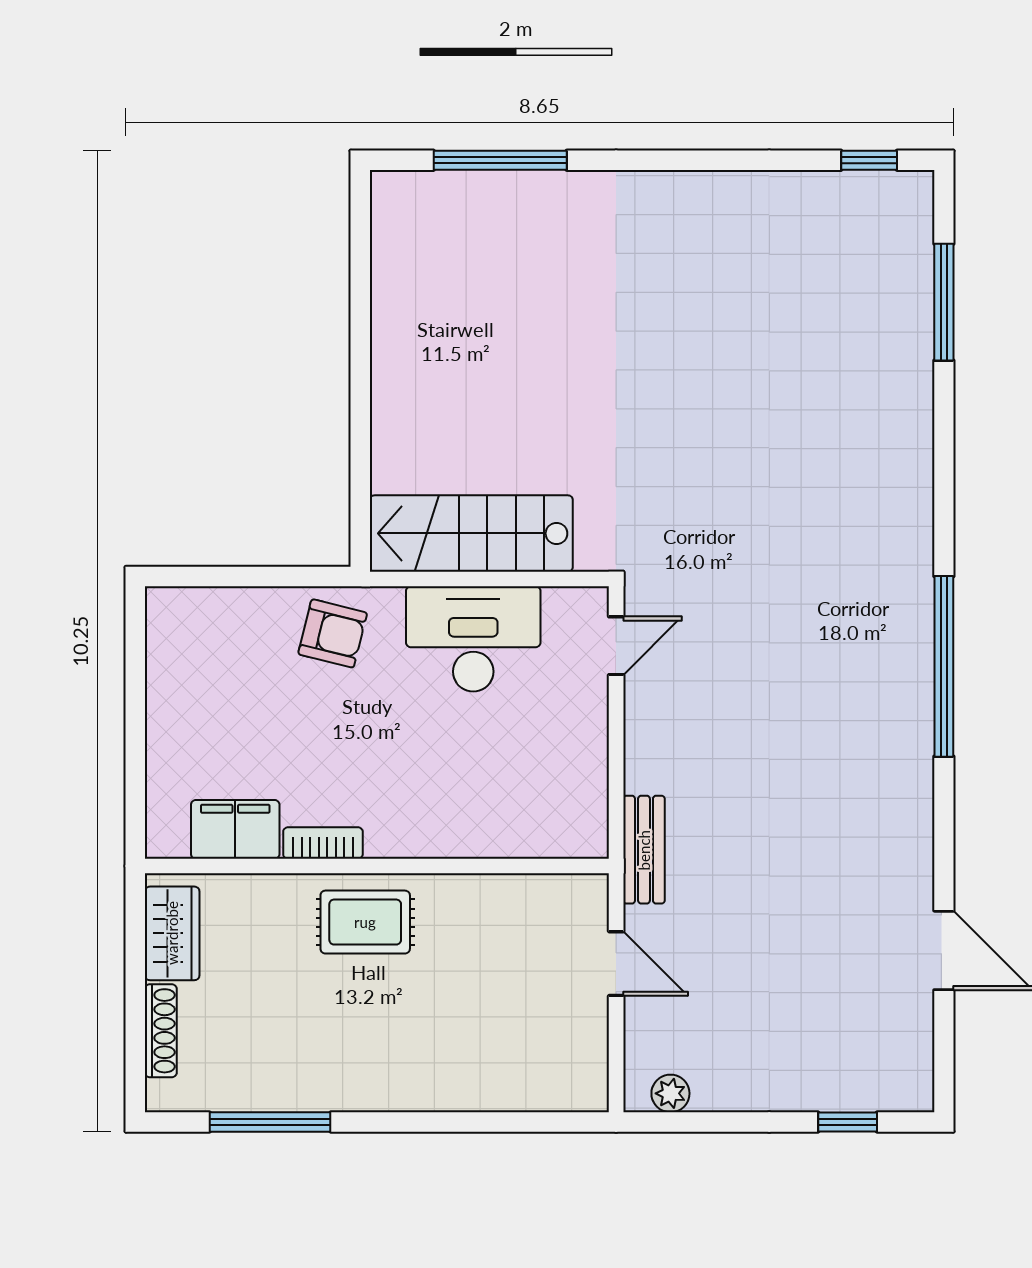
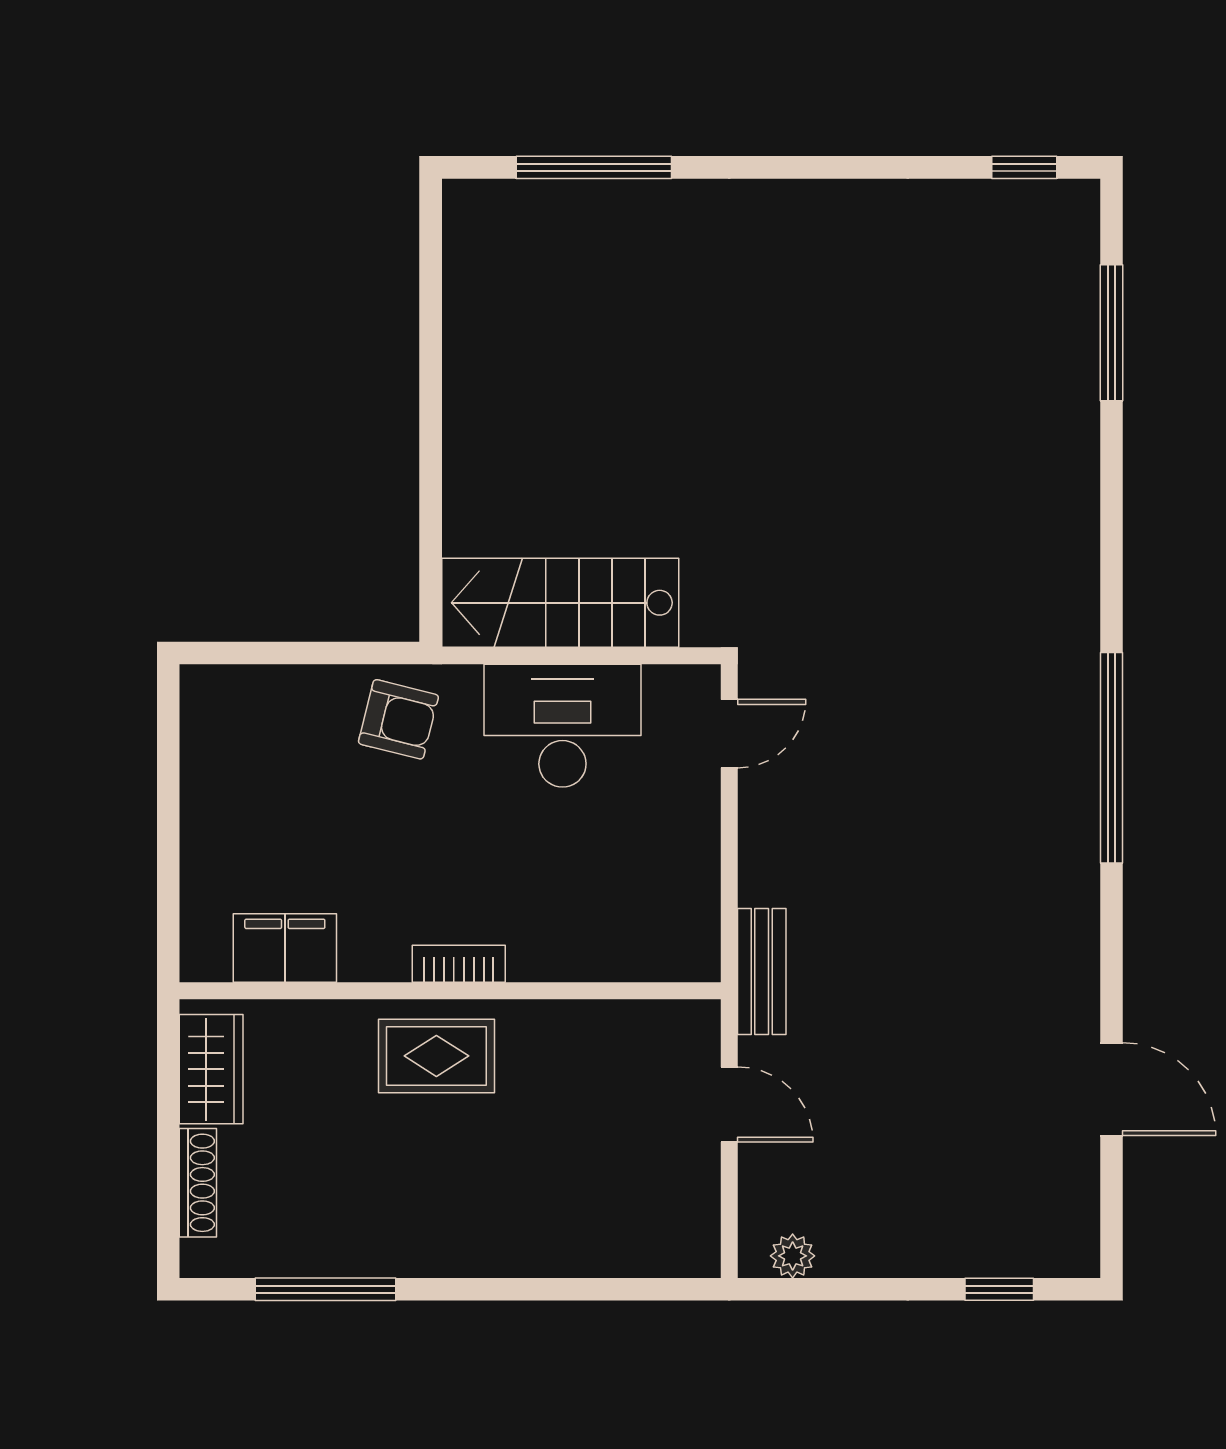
bookcase: (323, 843) -> (459, 964), moved

